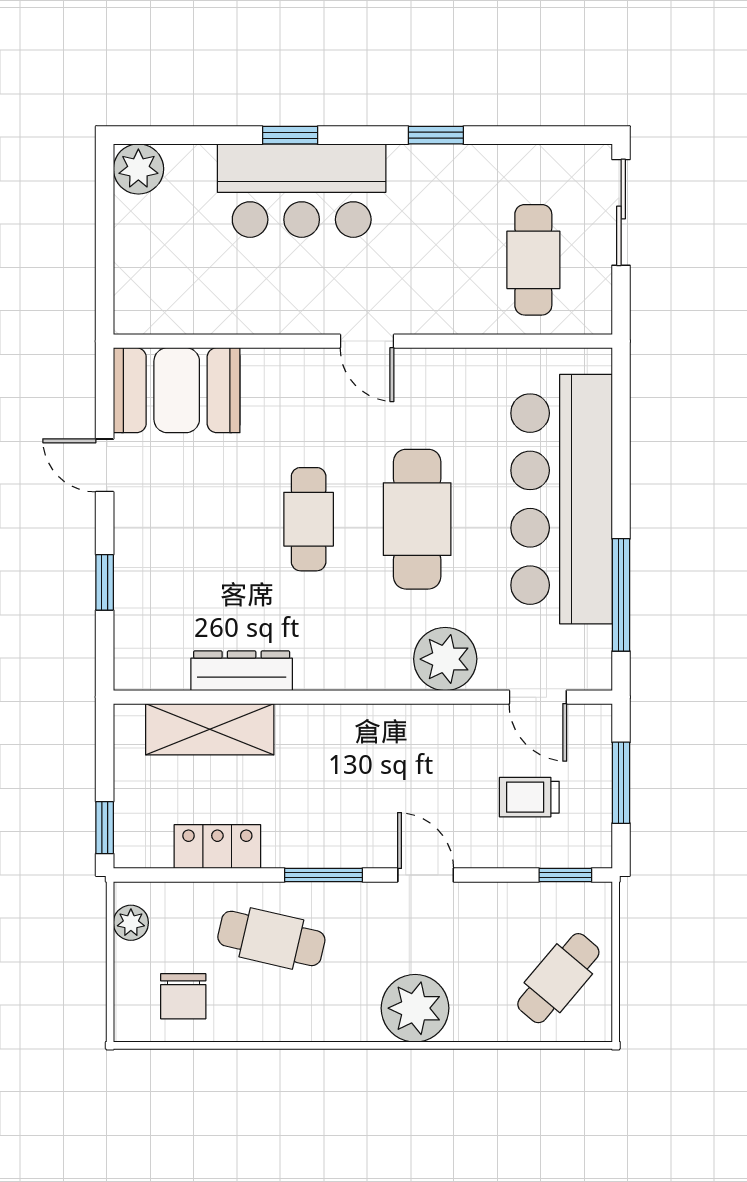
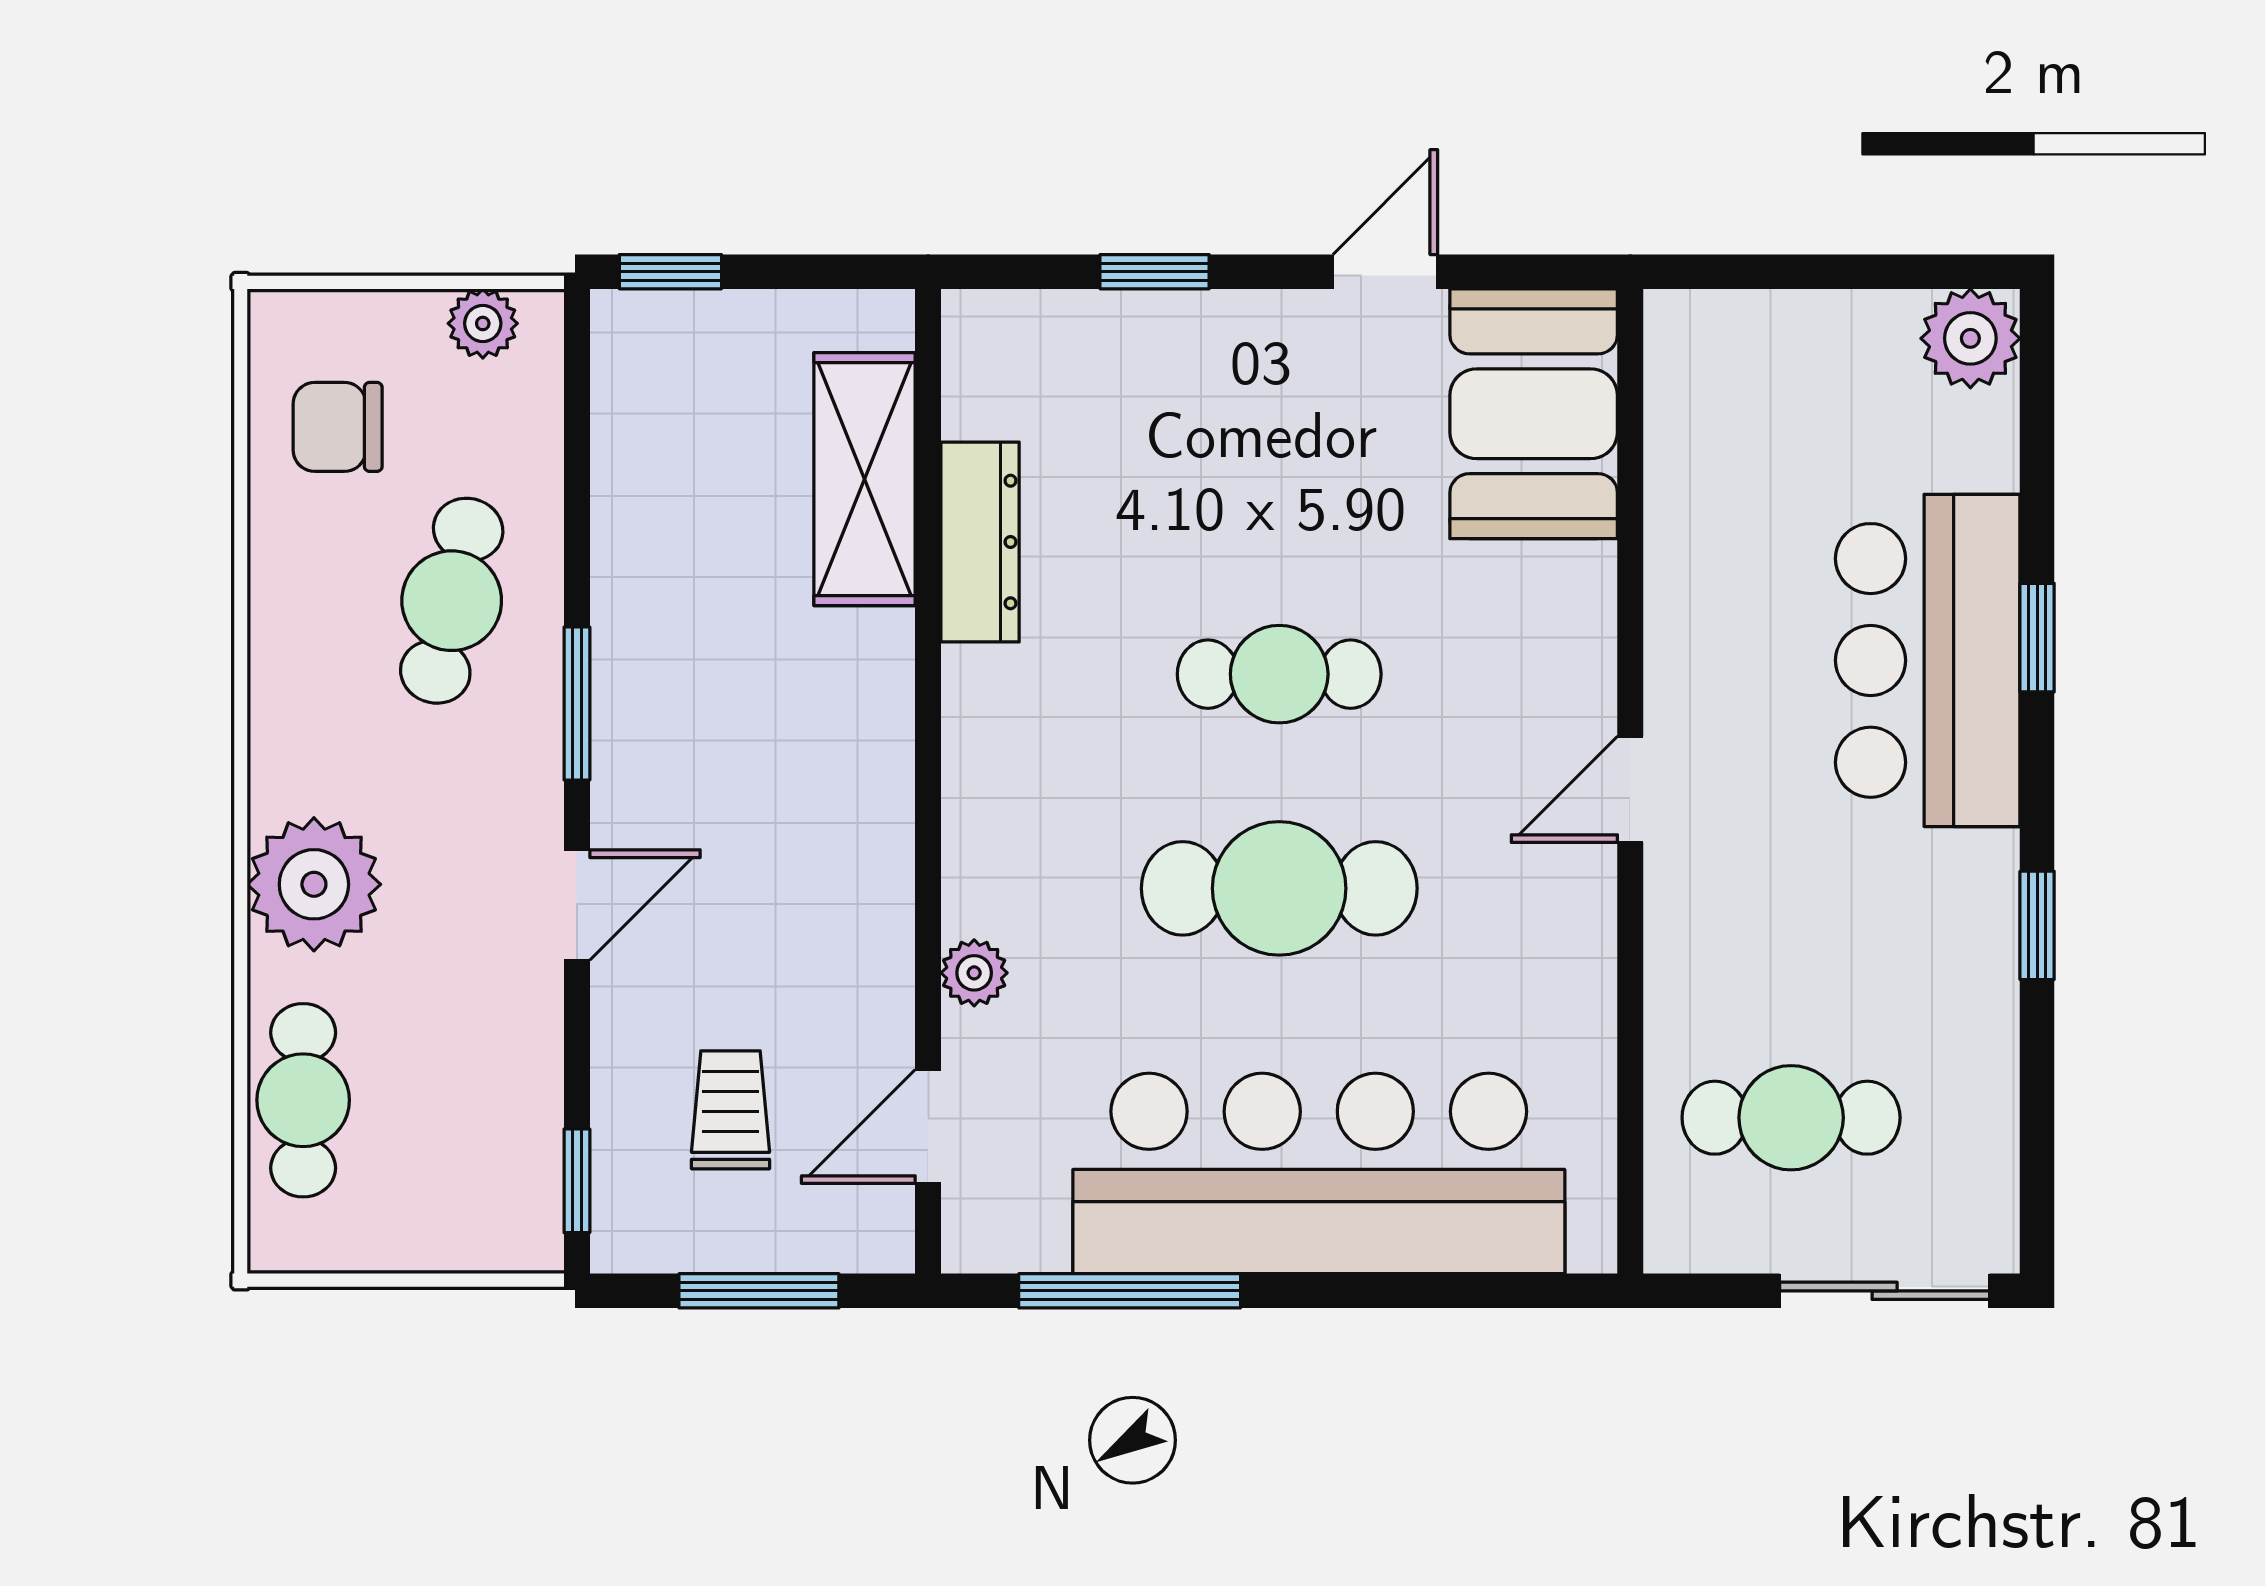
plant: (445, 659) -> (974, 973), width x0.53, depth x0.53
locker: (217, 847) -> (633, 494), removed
cafe table: (558, 978) -> (303, 1100), moved, turned 50

